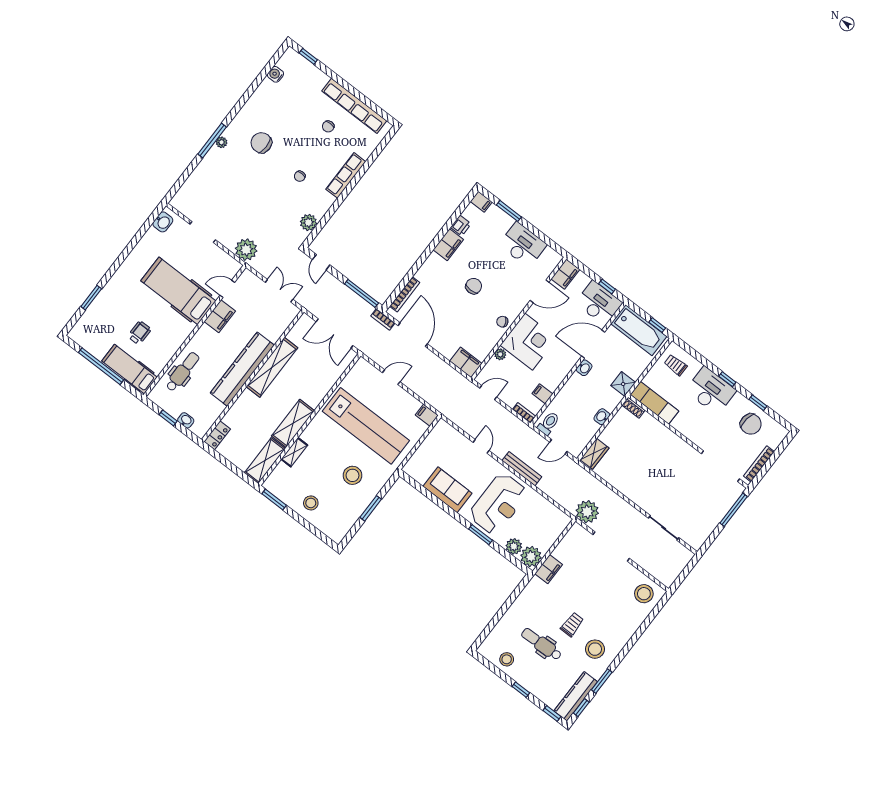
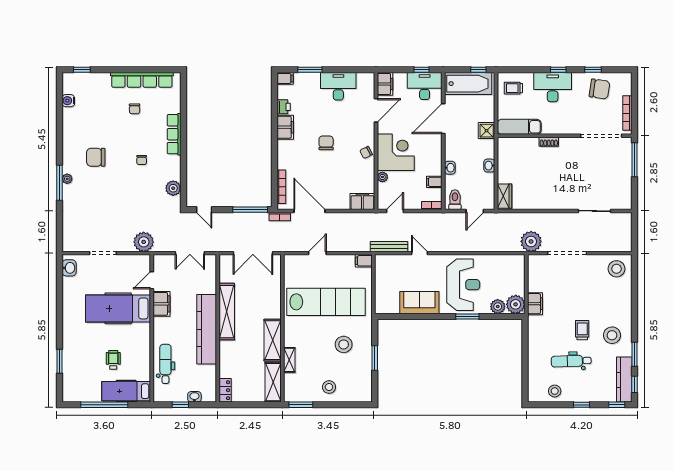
double door: (279, 291) -> (190, 253), swing flipped
washbasin: (584, 368) -> (450, 168), moved
shoe rack: (634, 408) -> (549, 142), moved
bench: (522, 469) -> (389, 247), moved

